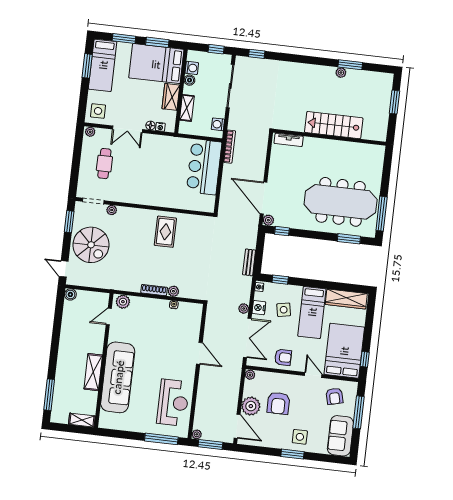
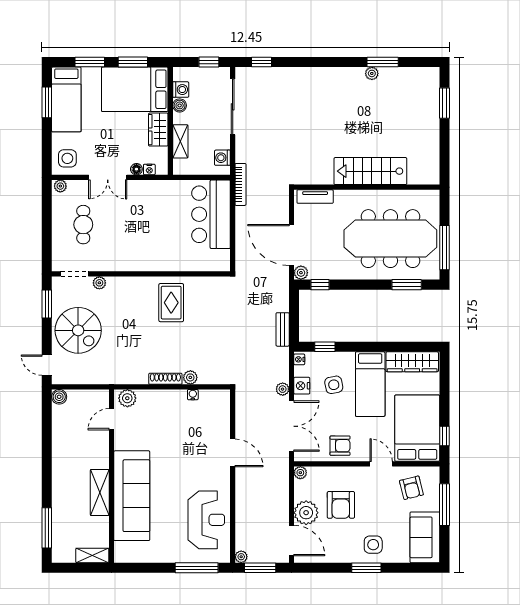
stairs: (334, 125) -> (370, 171), moved
wall: (329, 137) -> (367, 187), moved
tv unit: (289, 140) -> (315, 197), moved

